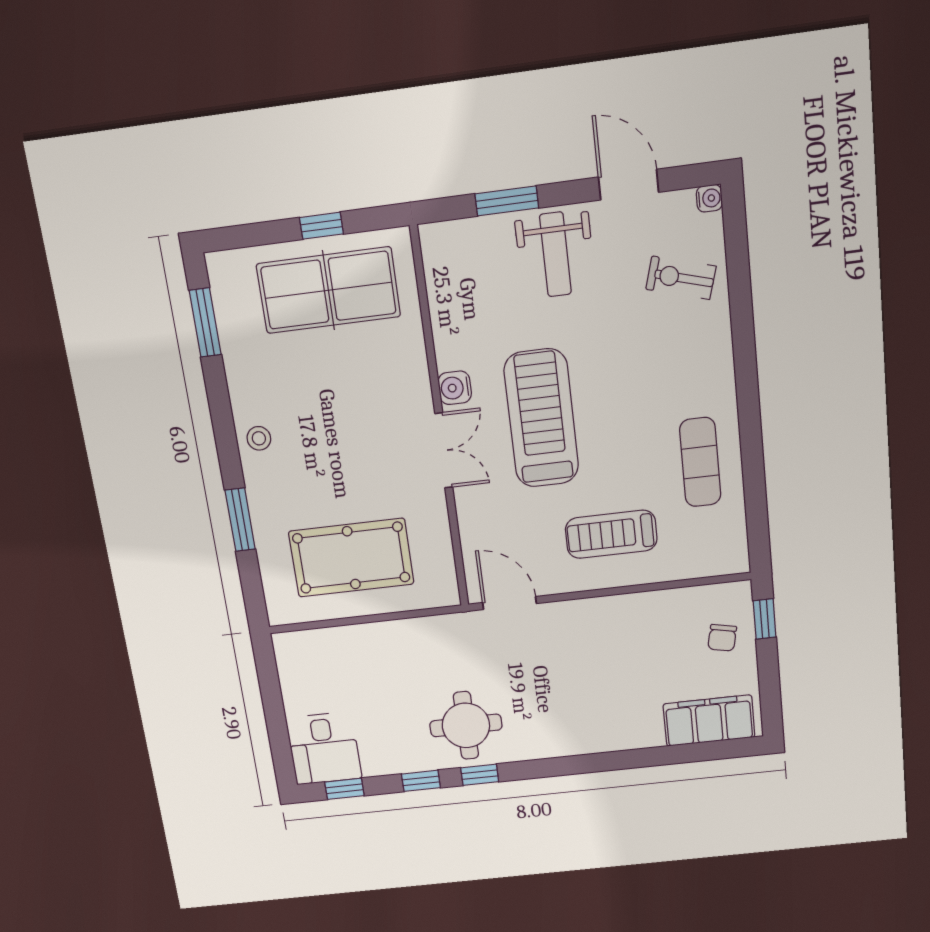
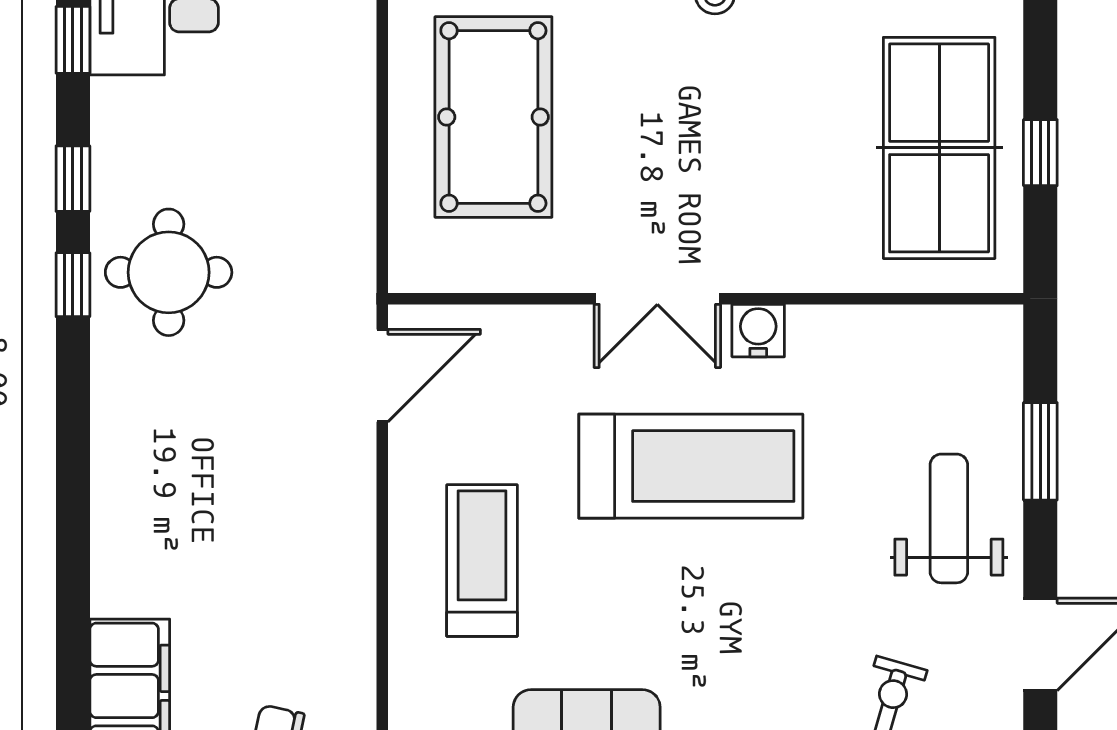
weight bench: (555, 254) -> (949, 518), turned 90

